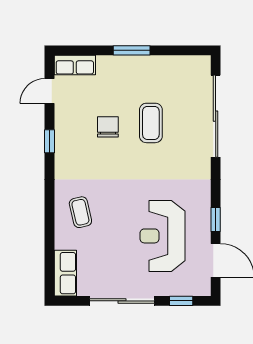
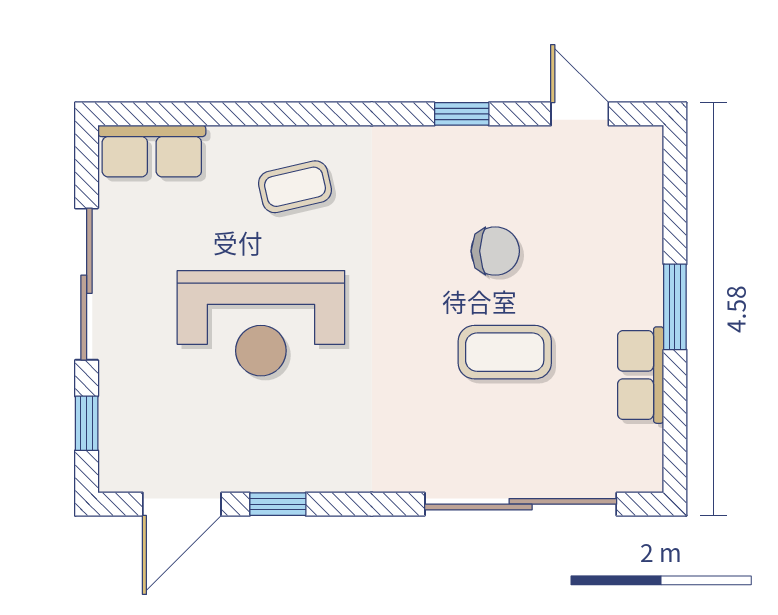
row of seats: (75, 65) -> (641, 375), moved
reception desk: (163, 236) -> (261, 323), moved, turned 180

